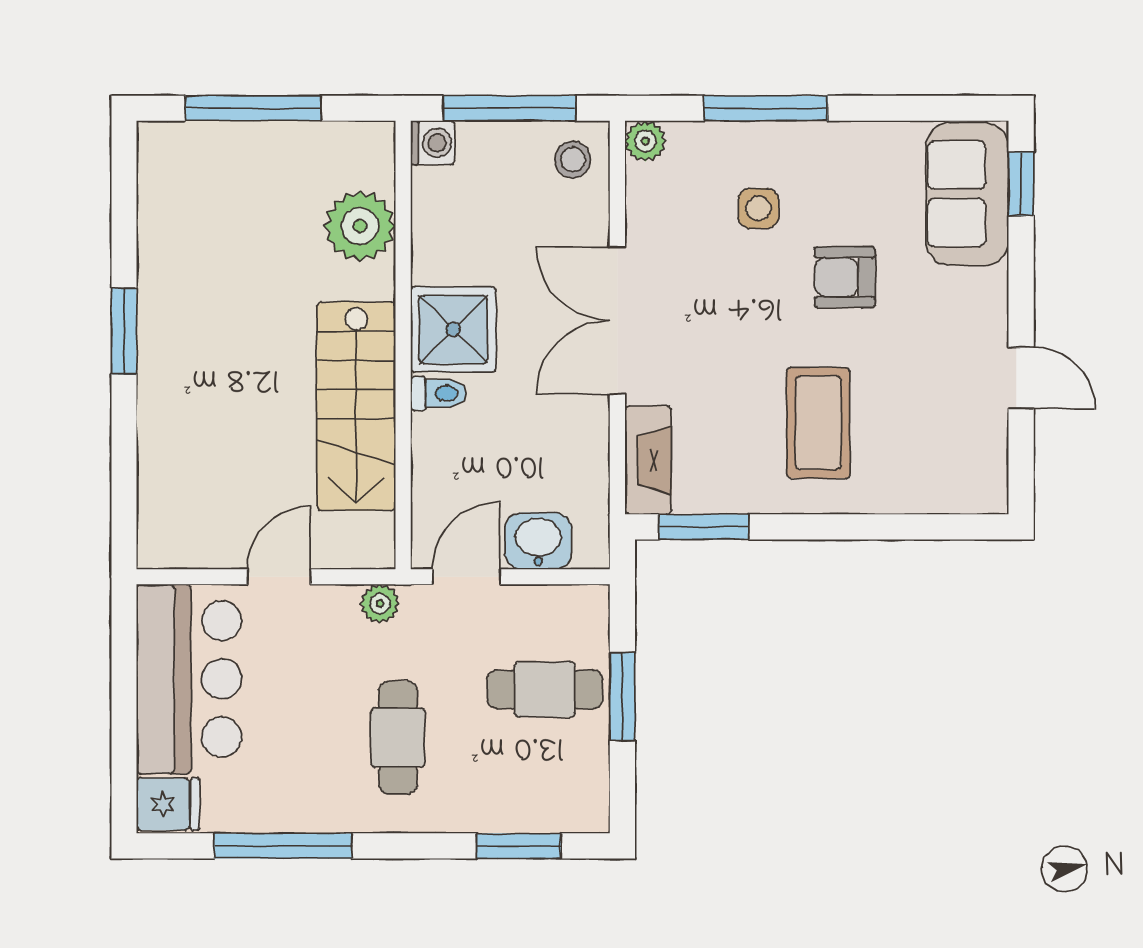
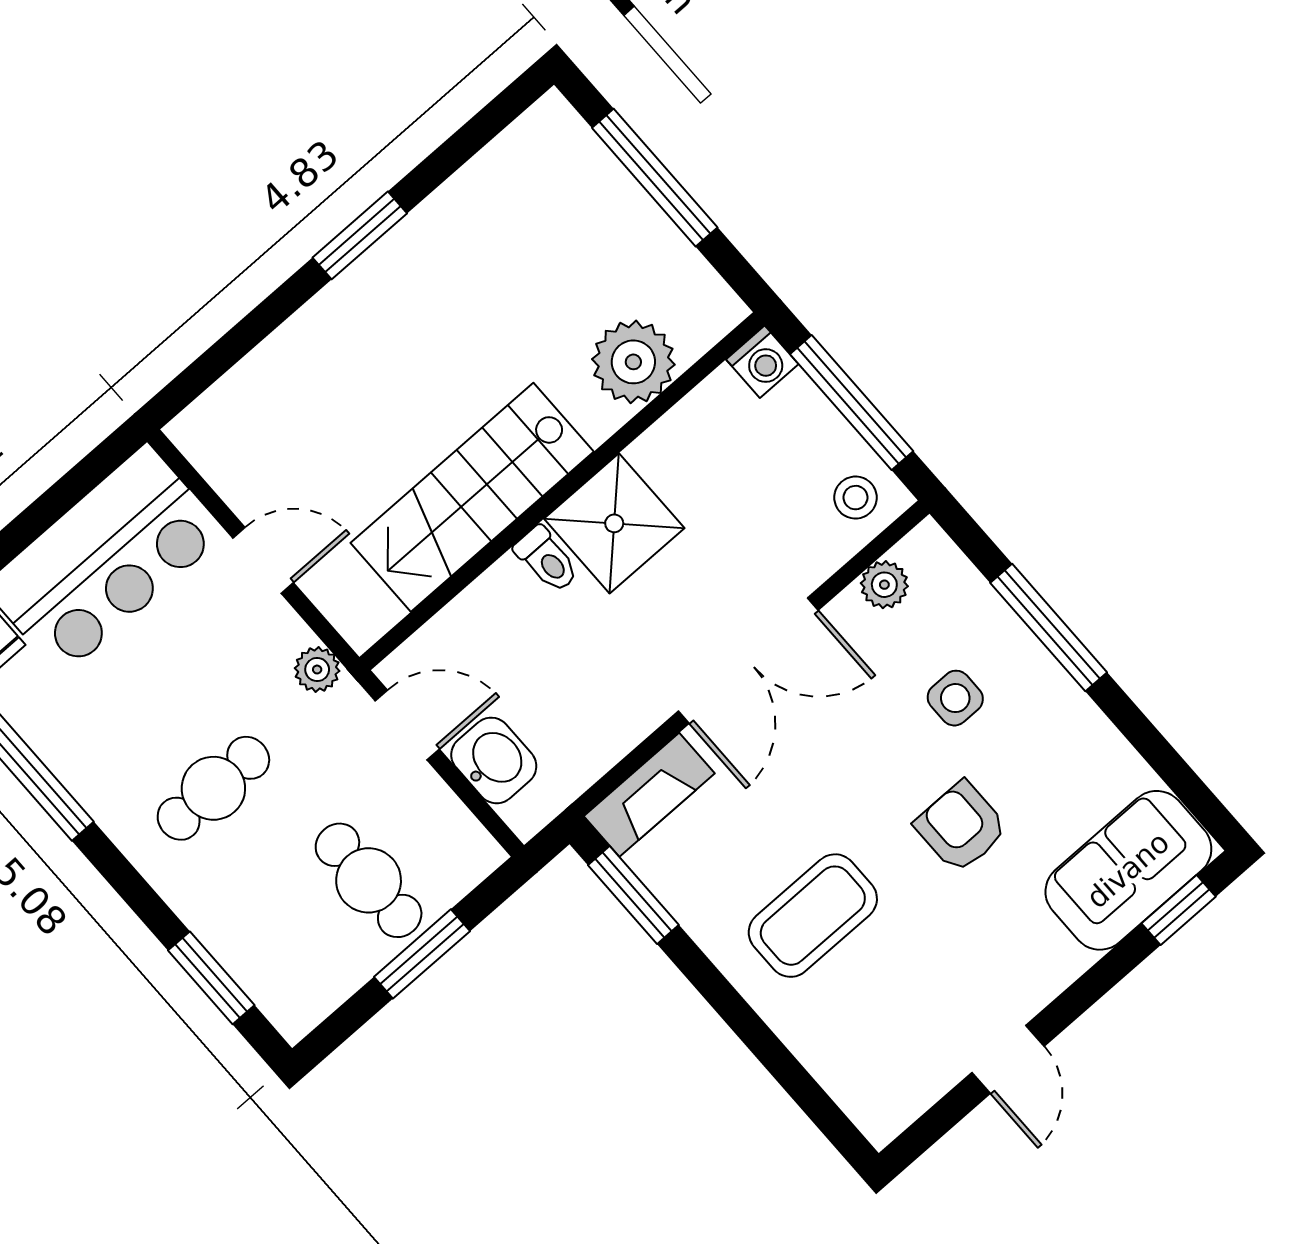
plant: (645, 141) -> (884, 585), moved
double door: (617, 321) -> (748, 661), swing flipped

